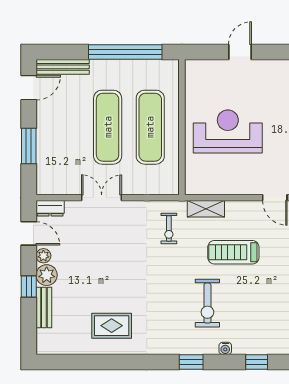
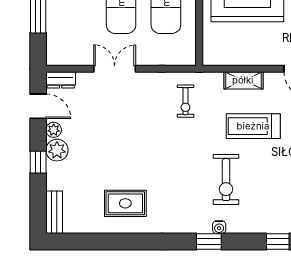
shelving: (206, 209) -> (243, 80), moved
bench: (44, 307) -> (54, 212), moved
water cooler: (225, 348) -> (219, 227), moved

